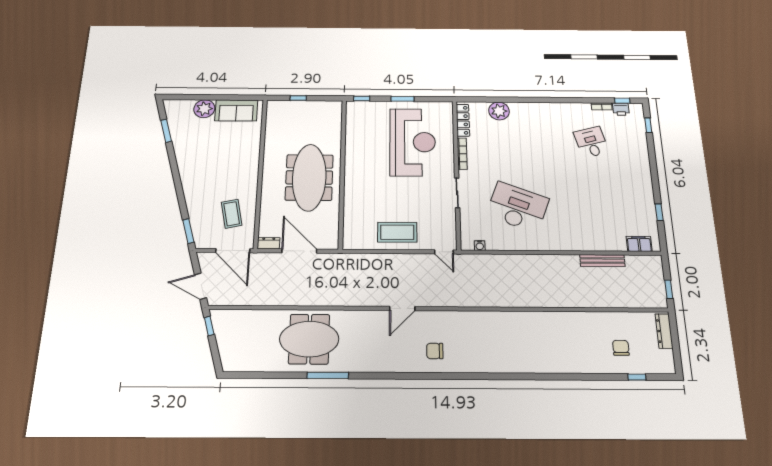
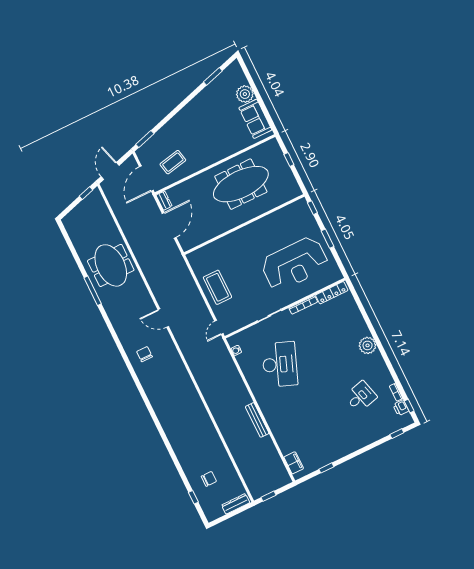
plant: (499, 111) -> (368, 345), moved
meeting table: (309, 177) -> (241, 184), moved
bench: (602, 261) -> (257, 420), moved

